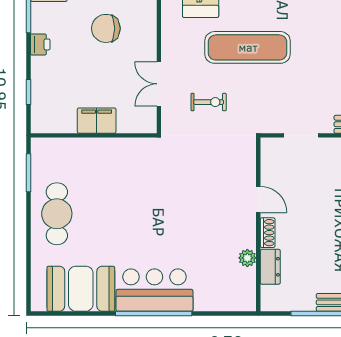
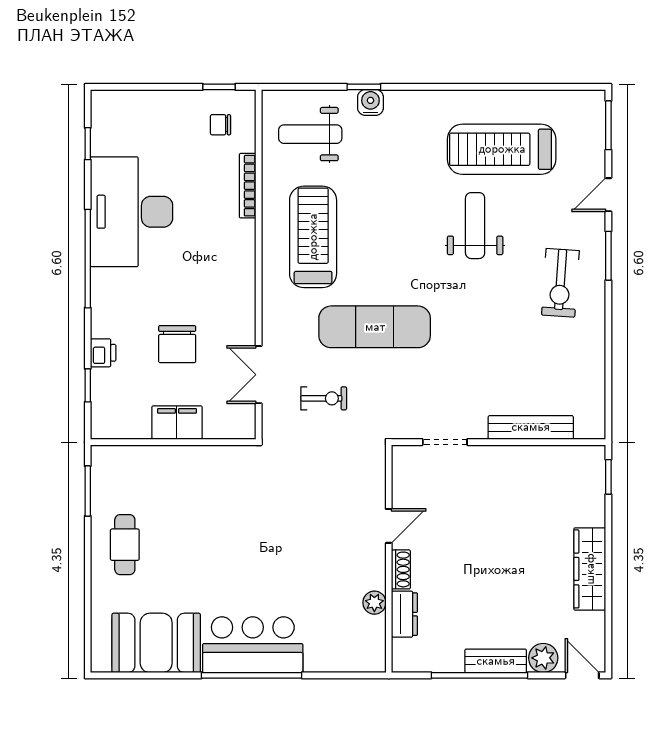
chair: (106, 28) -> (177, 344), moved, turned -90
printer: (40, 44) -> (103, 353), moved
door: (258, 199) -> (389, 526), hinge flipped
cafe table: (57, 214) -> (125, 545), width x0.73, depth x0.74

